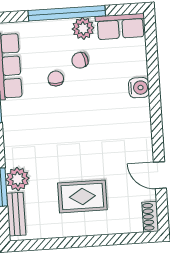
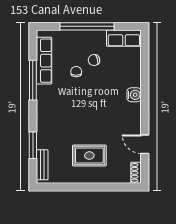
plant: (83, 28) -> (98, 38), removed
water cooler: (139, 88) -> (134, 95), moved
plant: (18, 179) -> (45, 140), removed

